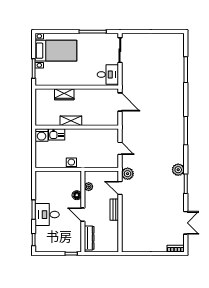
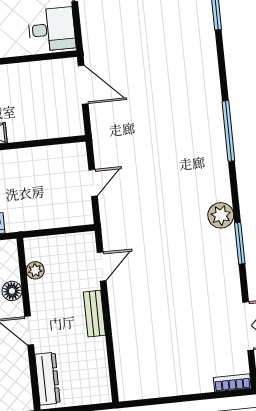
door: (120, 148) -> (93, 183), hinge flipped
plant: (128, 174) -> (115, 235), removed
door: (120, 188) -> (102, 267), swing flipped

